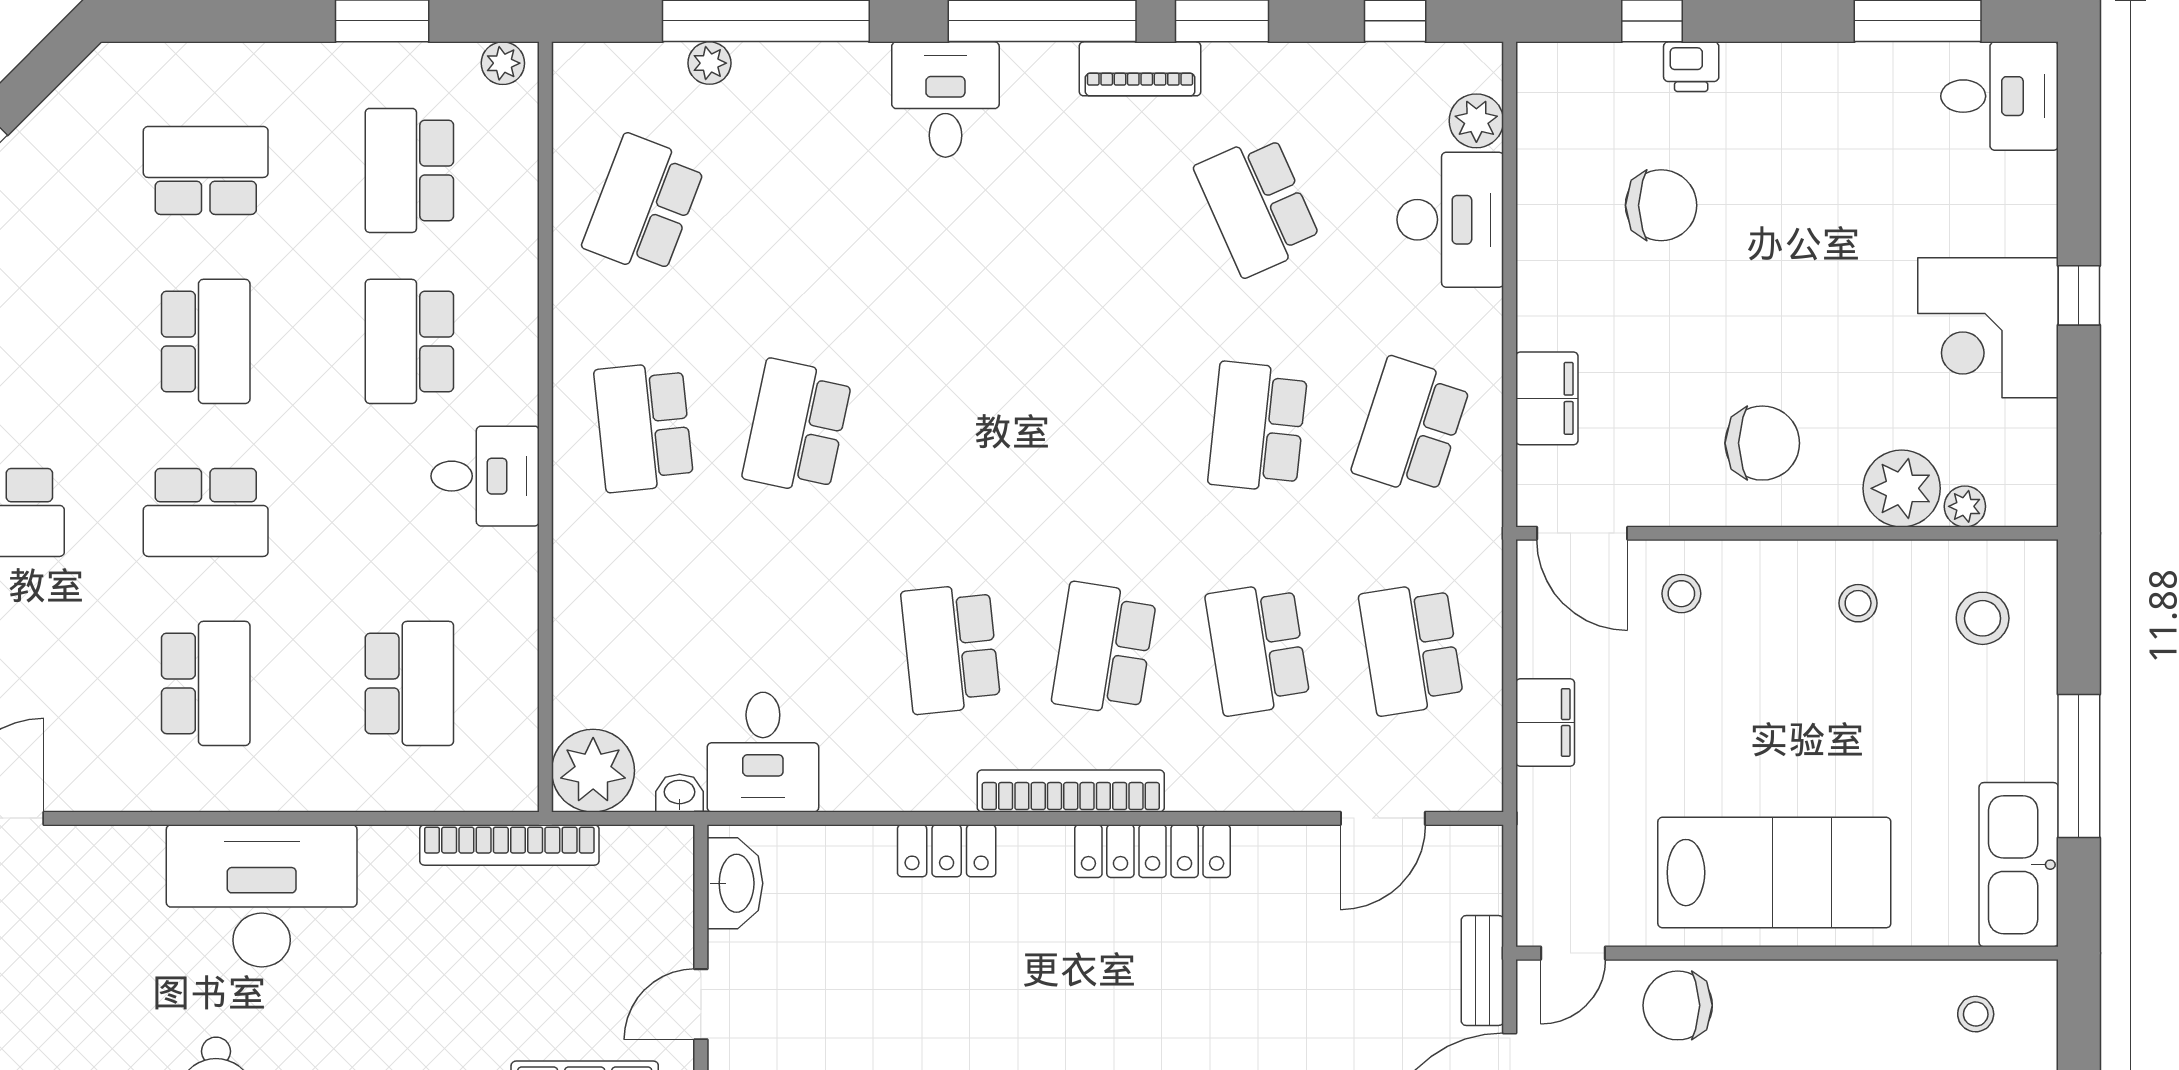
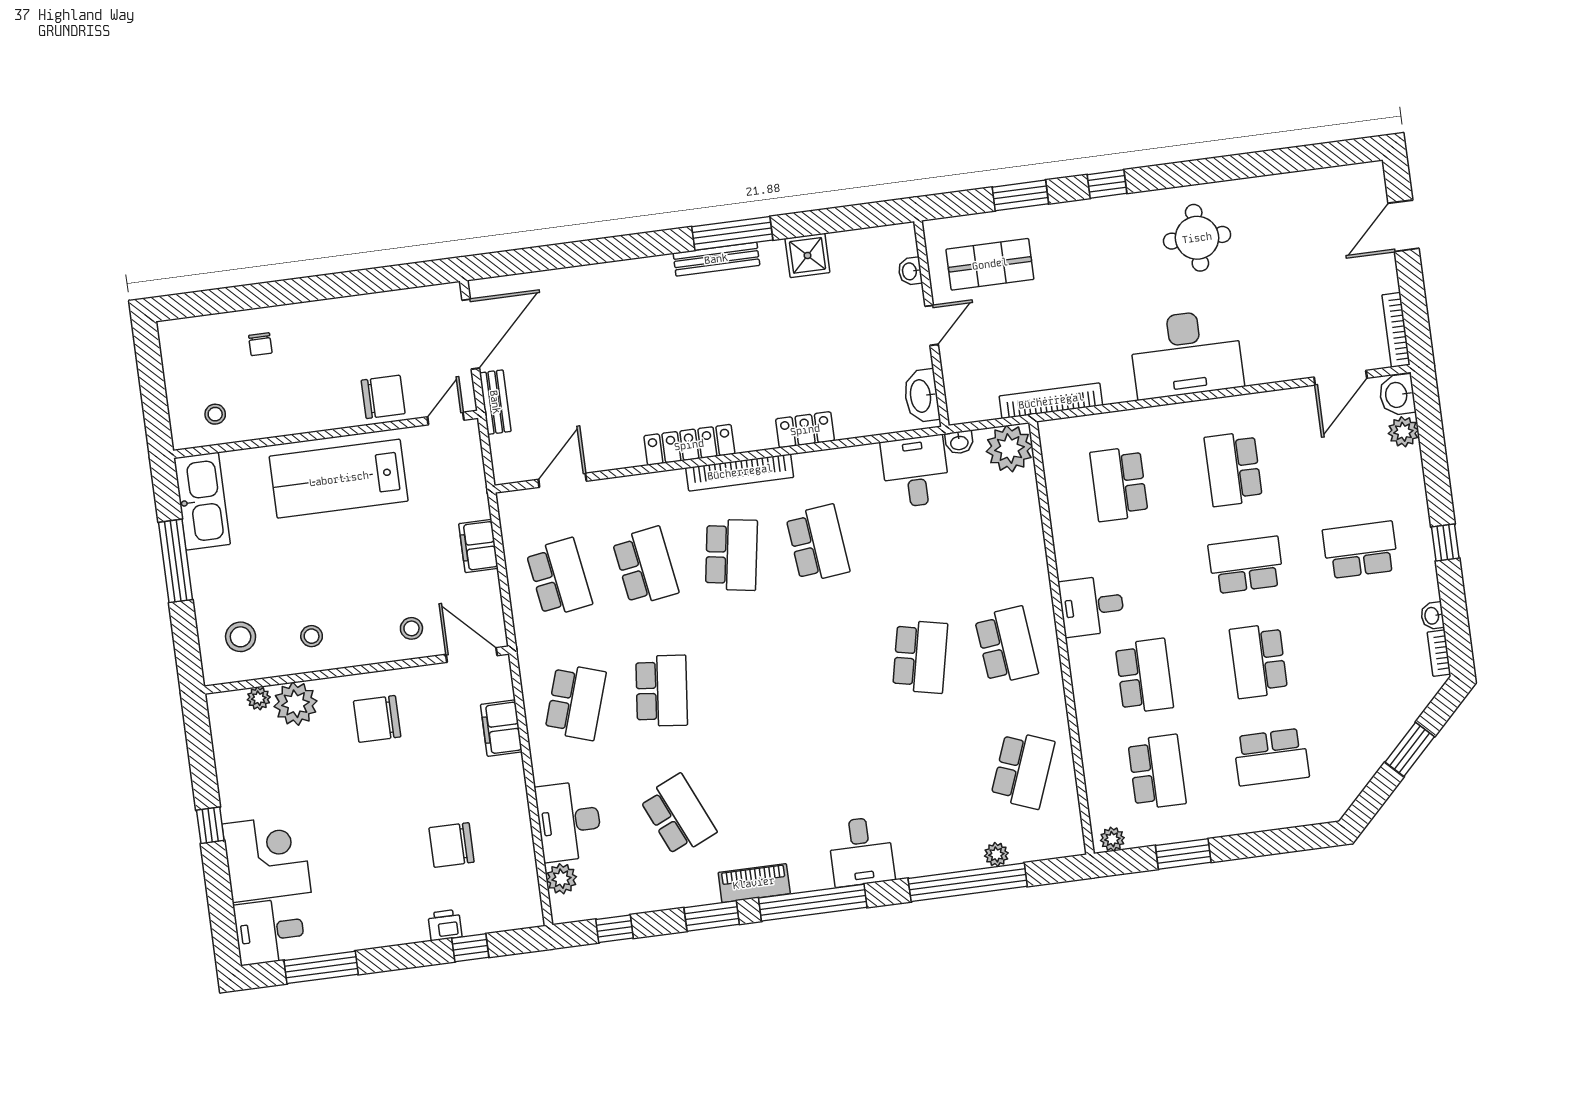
corner desk: (1988, 328) -> (267, 858), moved

